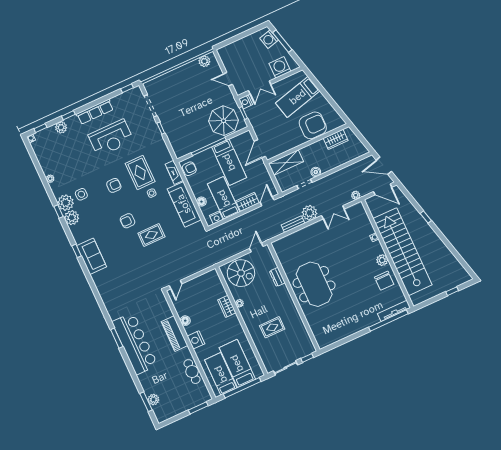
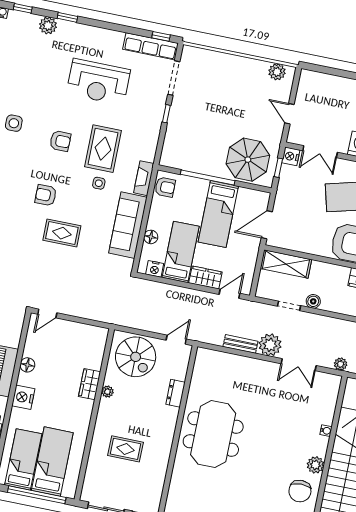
row of seats: (95, 112) -> (151, 46), moved

